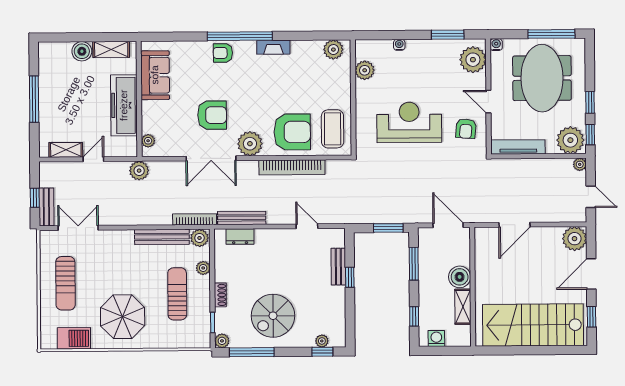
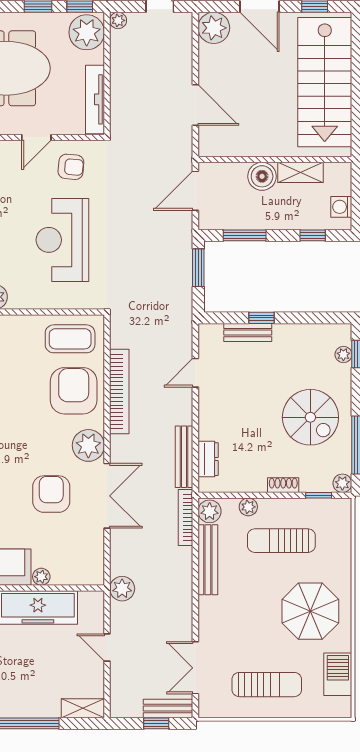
plant: (148, 141) -> (41, 577), moved
shelving: (66, 150) -> (83, 708), moved, turned 90

